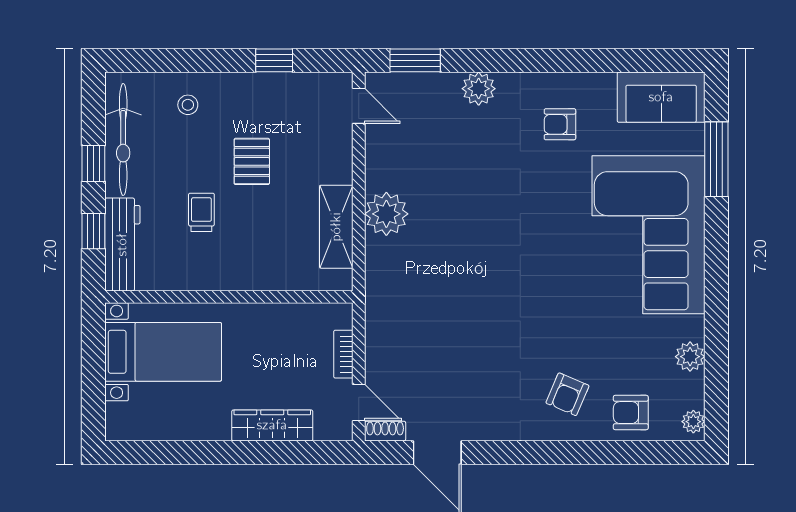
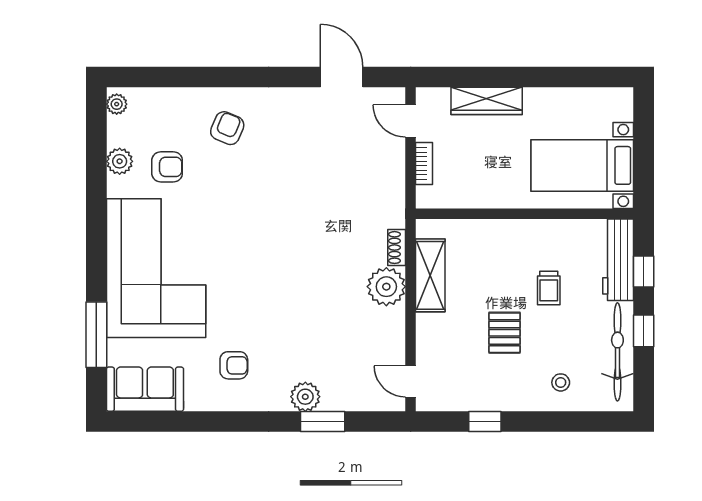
window: (415, 60) -> (323, 422), moved
armchair: (631, 413) -> (167, 167), moved
shoe rack: (385, 431) -> (397, 248), moved, turned 90

